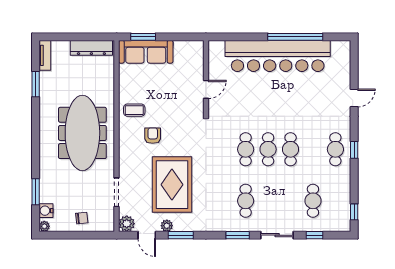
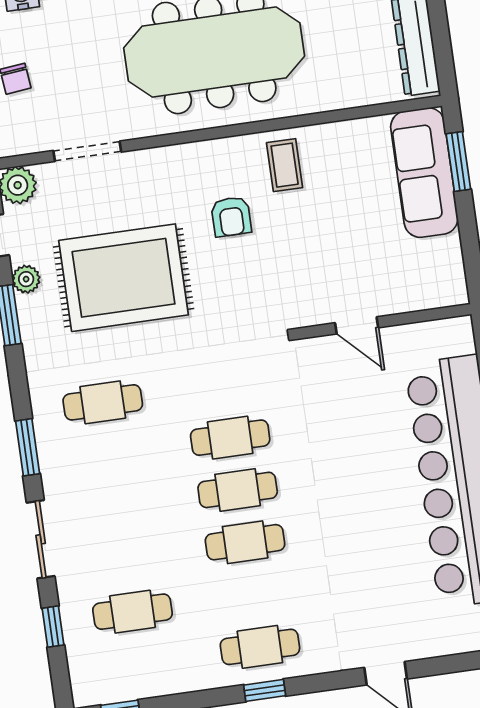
armchair: (153, 136) -> (231, 217), turned 90
cafe table: (246, 201) -> (103, 402), moved

